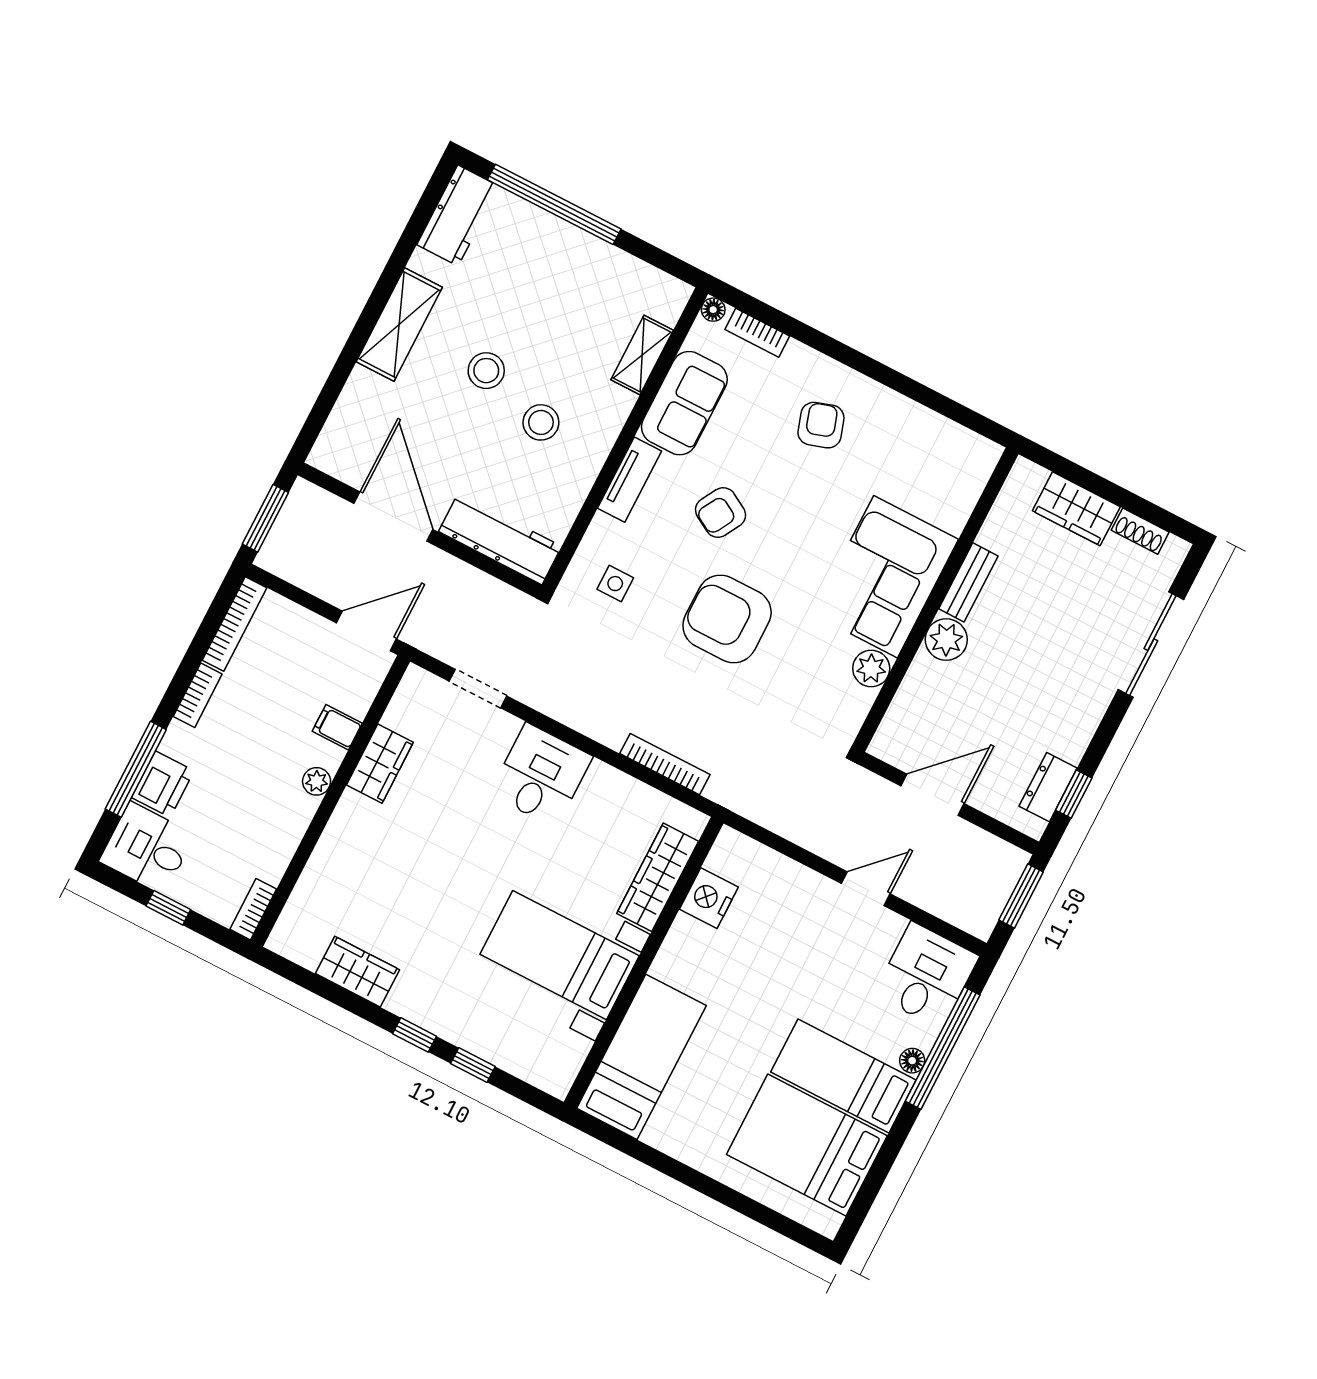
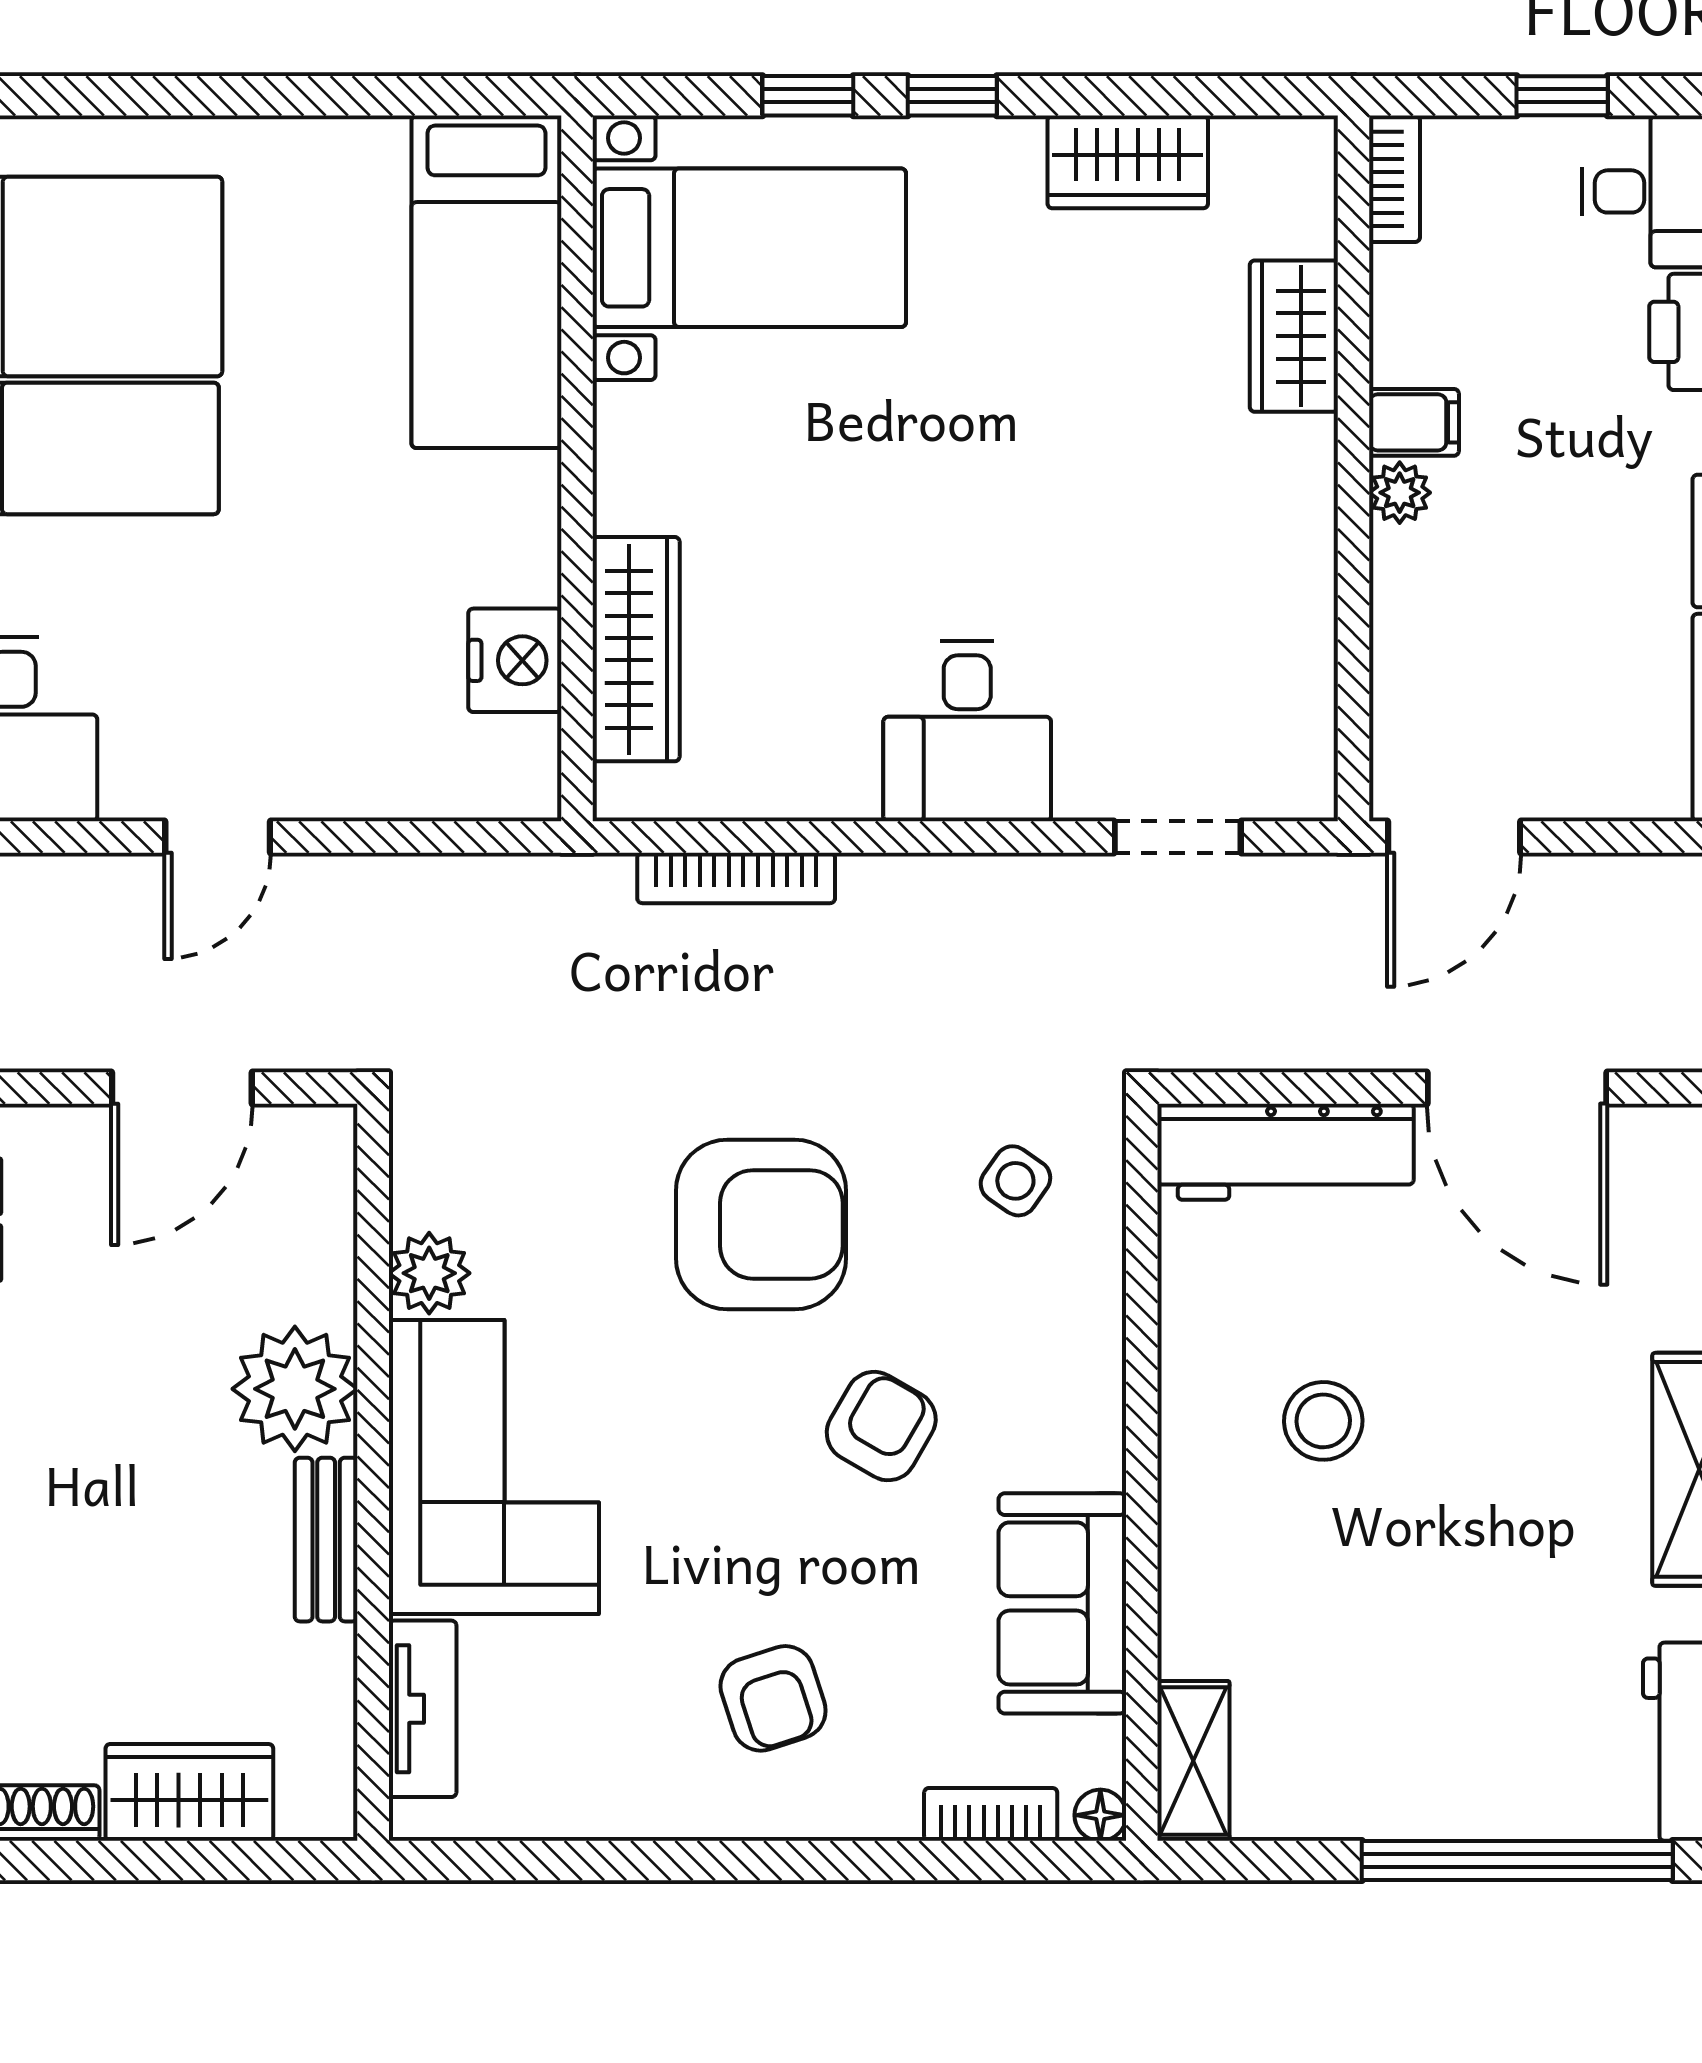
shelving: (642, 355) -> (1193, 1761), moved
stool: (486, 371) -> (1483, 1467), removed
tv unit: (630, 480) -> (423, 1709), moved, turned 180
side table: (615, 584) -> (1015, 1181), turned 35
plant: (946, 640) -> (295, 1389), width x1.36, depth x1.36
filing cabinet: (337, 727) -> (1414, 422), moved
wardrobe: (380, 764) -> (1294, 336), moved
bed with nightstands: (560, 955) -> (749, 248), moved

